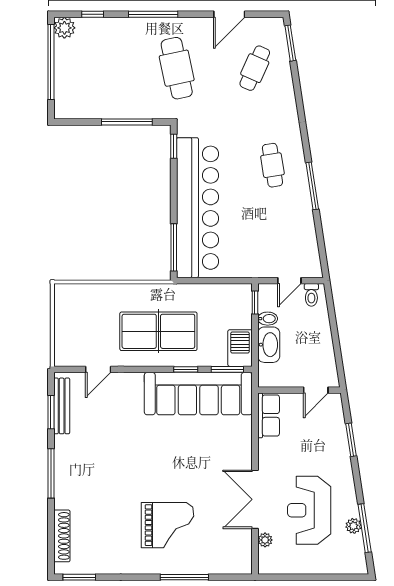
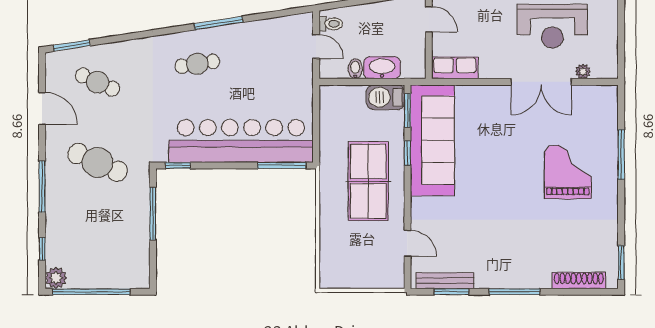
cafe table: (177, 68) -> (97, 162), turned 36
window: (255, 303) -> (339, 82), removed

